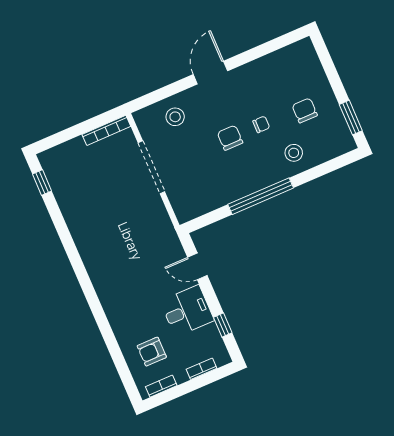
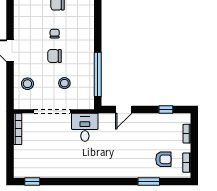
stool: (294, 153) -> (64, 83), moved
window: (261, 196) -> (98, 74), moved
desk: (187, 311) -> (85, 127), moved
window: (112, 345) -> (149, 181), added
armchair: (152, 352) -> (163, 159), turned -90

